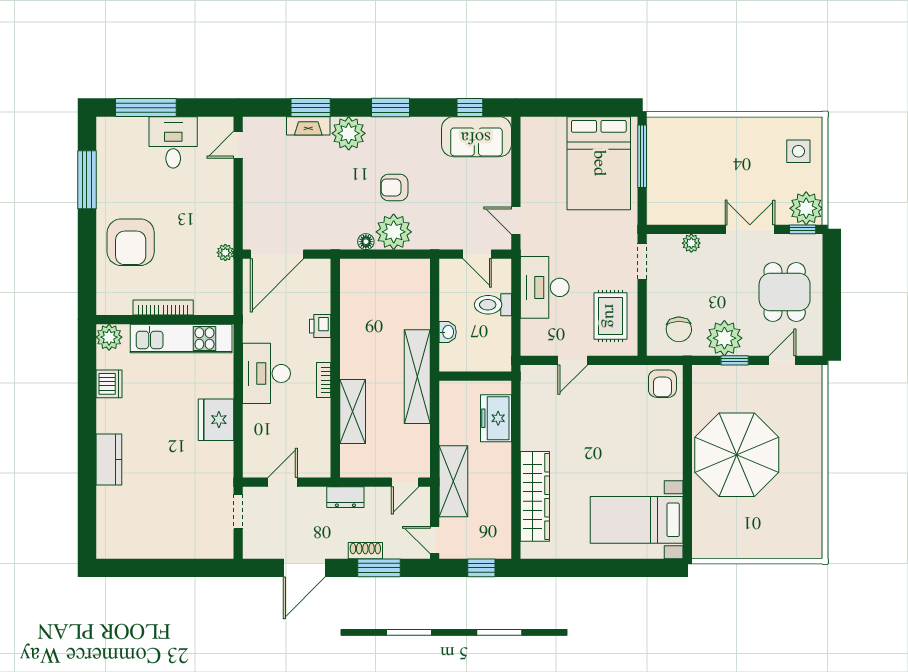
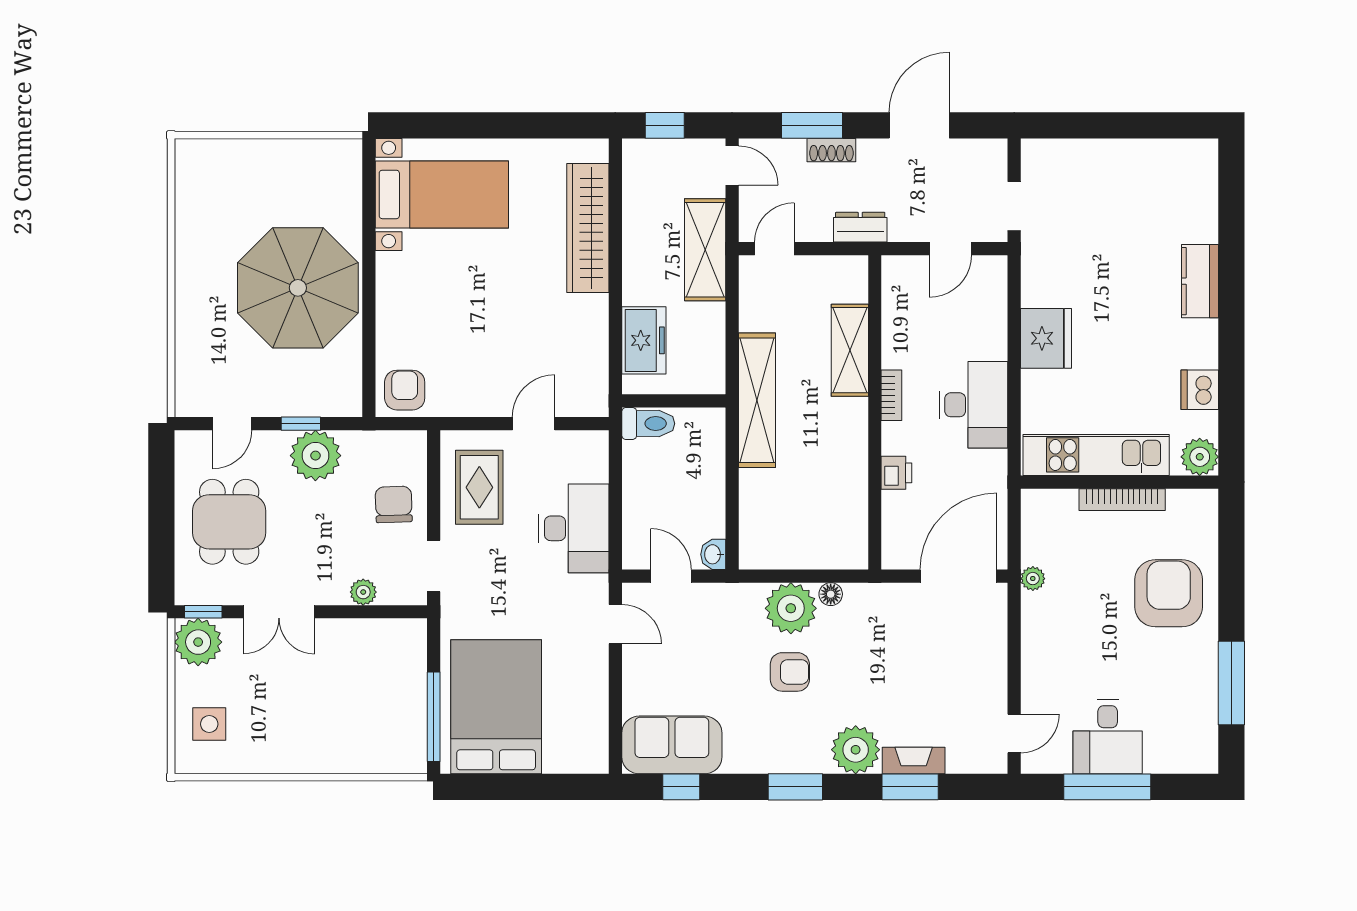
window: (146, 108) -> (1107, 787), moved
toilet: (493, 305) -> (648, 424), moved
chair: (679, 329) -> (394, 504), moved
washbasin: (448, 332) -> (713, 554), moved

